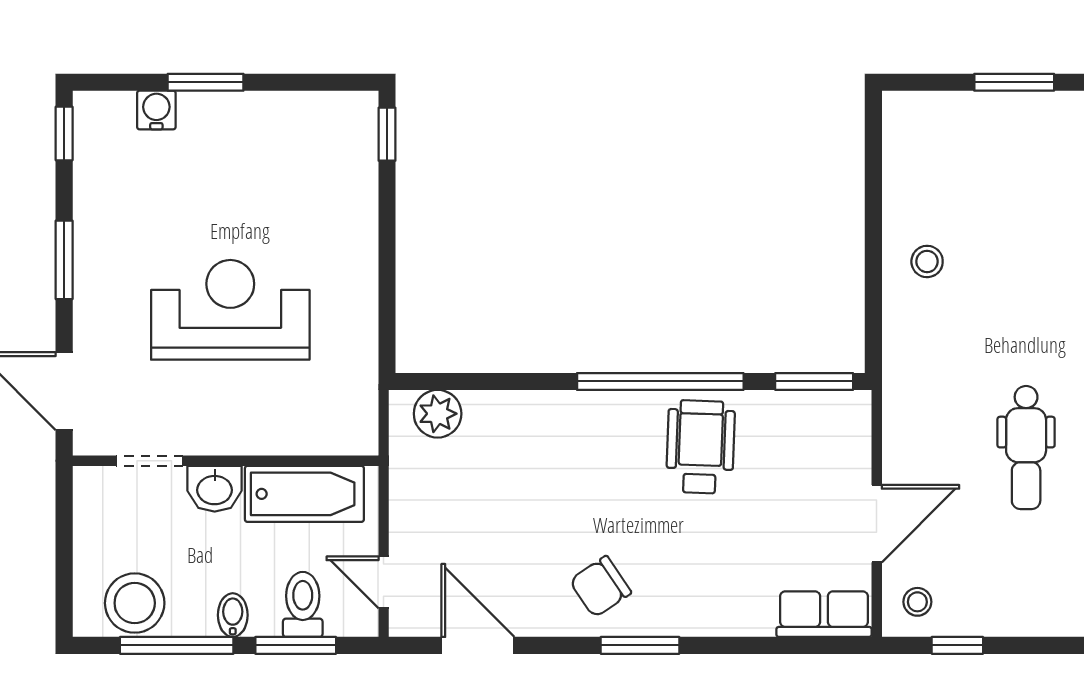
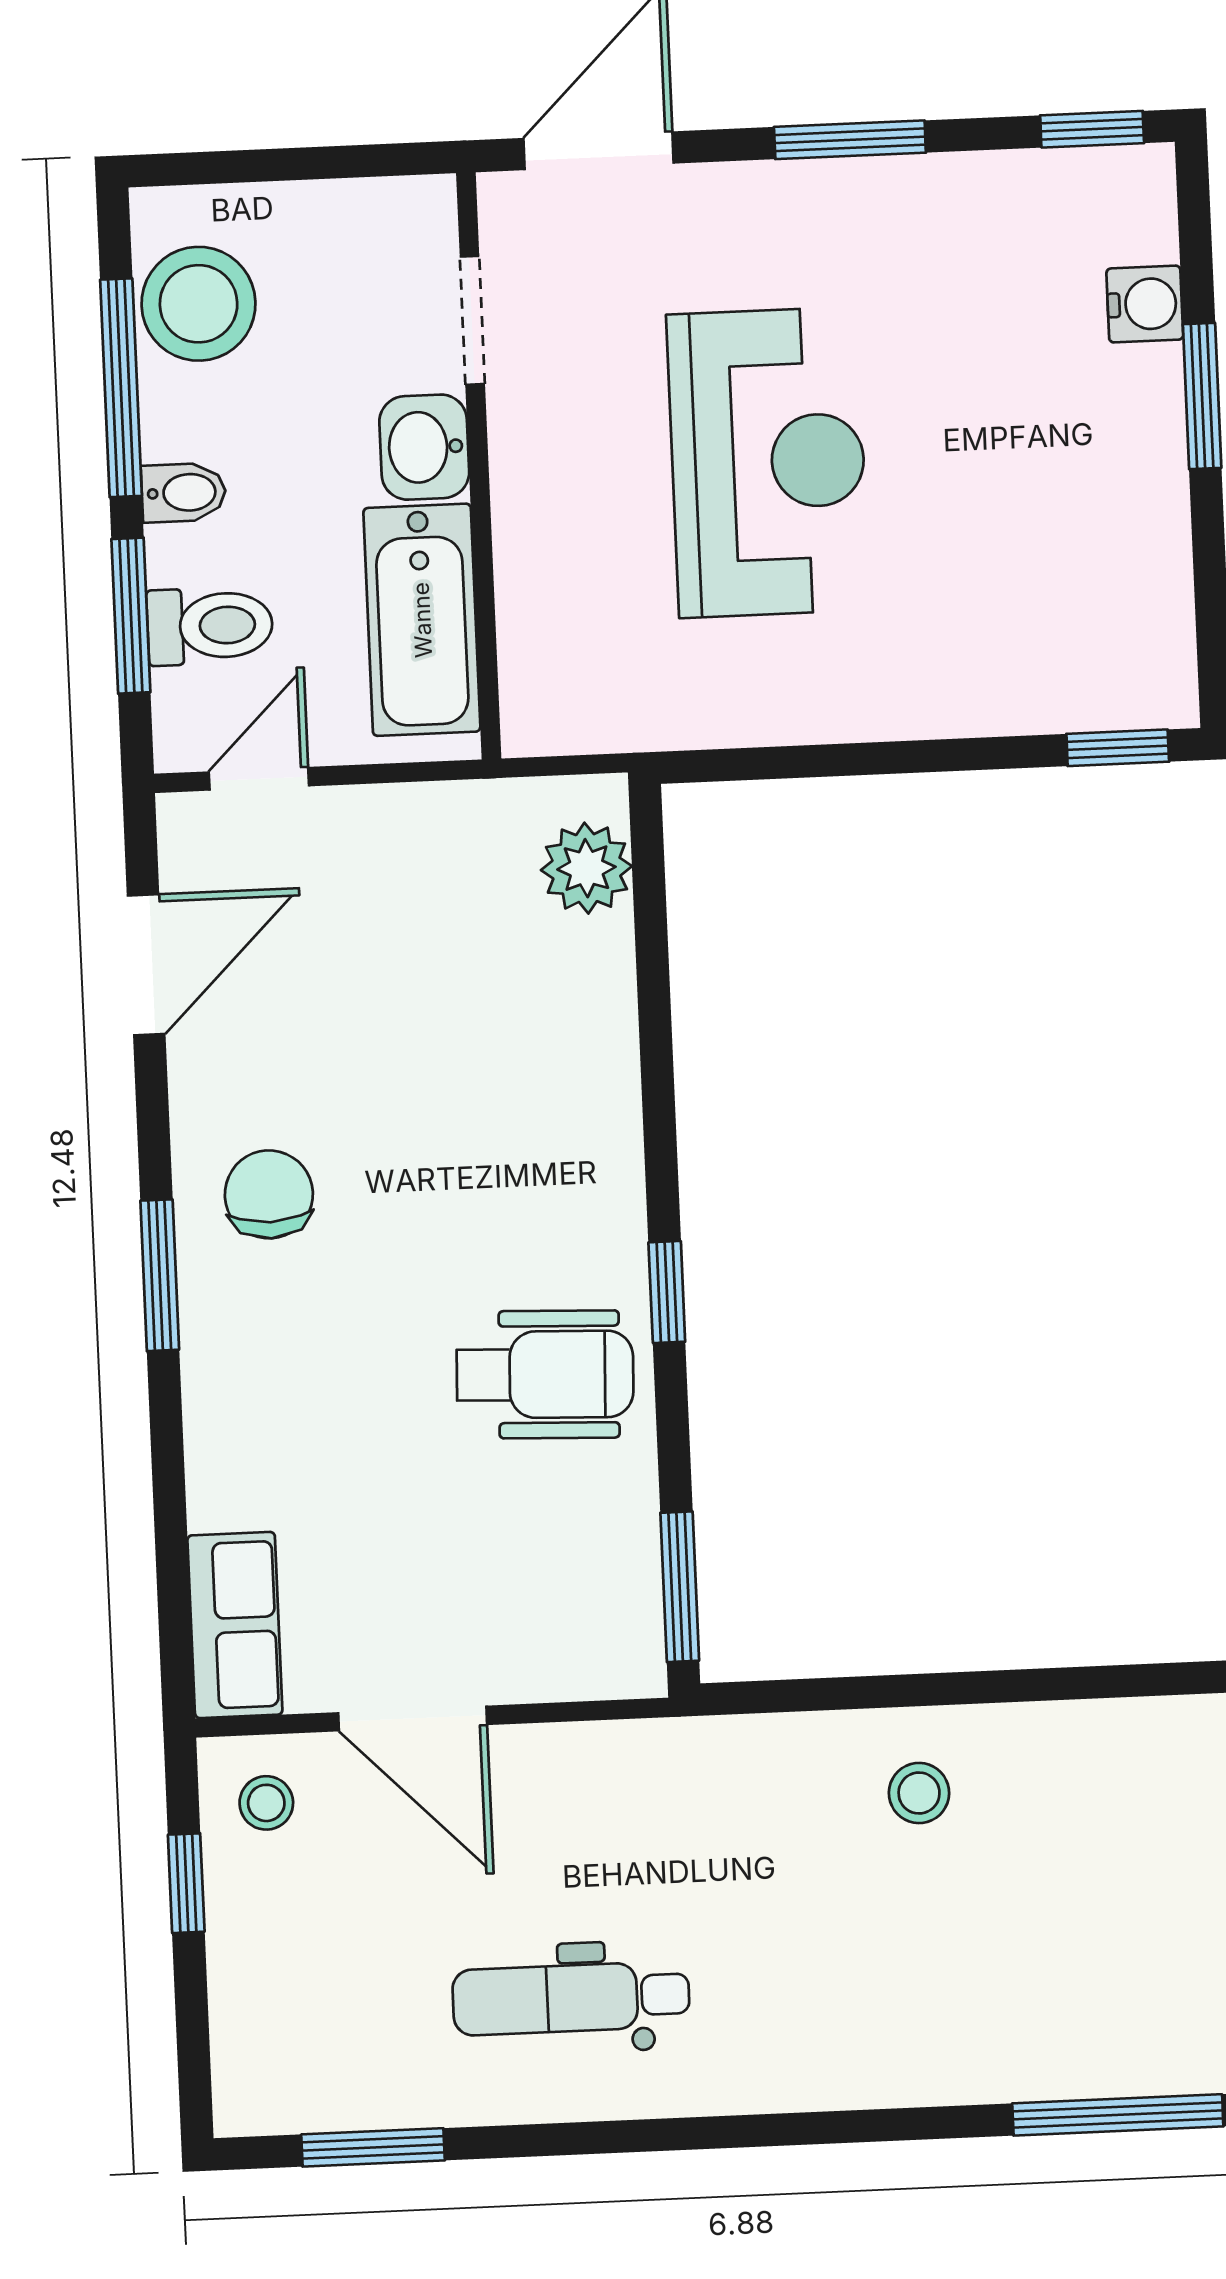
window: (660, 381) -> (667, 1292), width x0.32
chair: (600, 587) -> (269, 1194), turned 33

